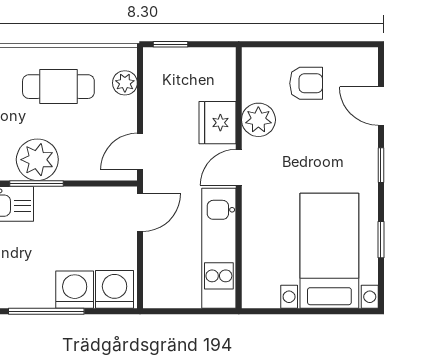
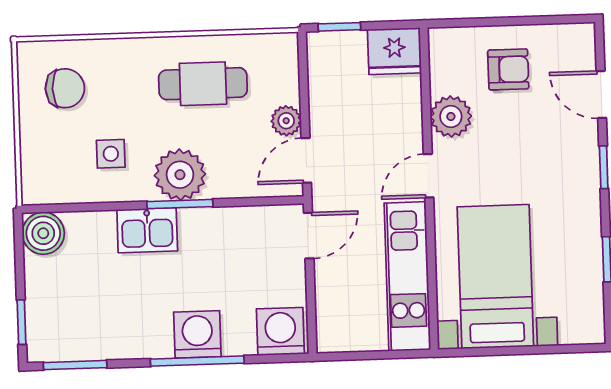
plant: (125, 83) -> (286, 121), moved
fridge: (217, 123) -> (394, 51), moved, turned -90
bed with nightstands: (329, 251) -> (495, 277), moved
washing machine: (75, 290) -> (197, 334), moved

